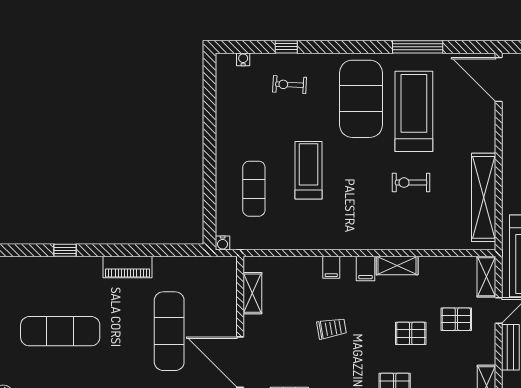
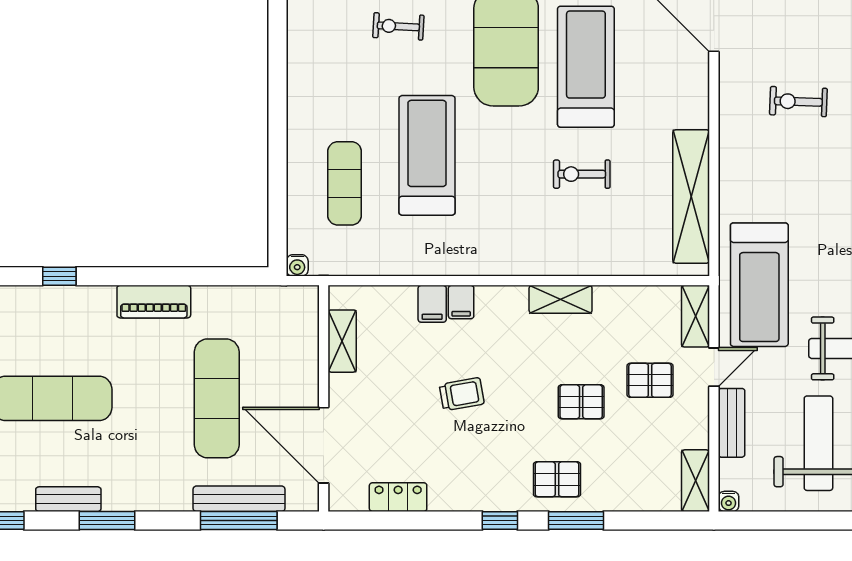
treadmill: (309, 170) -> (427, 155), width x1.37, depth x1.38
filing cabinet: (365, 268) -> (432, 304), moved

